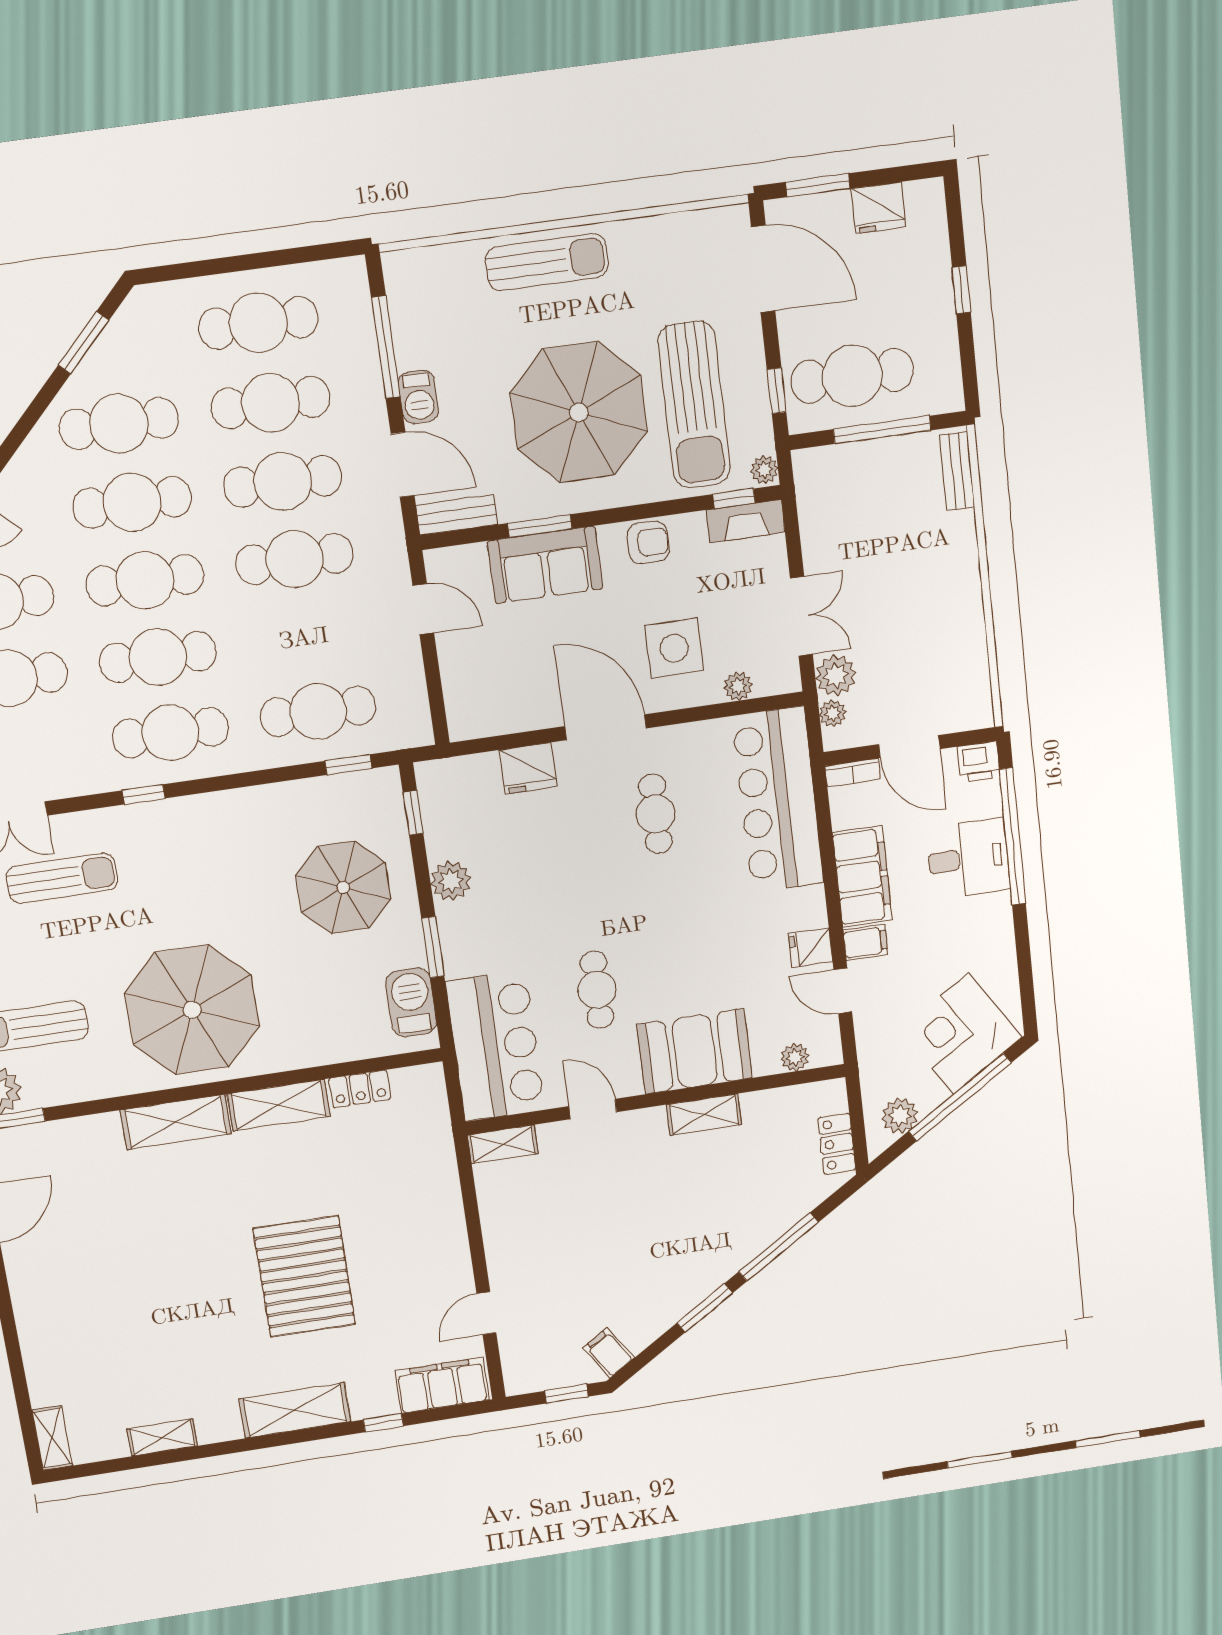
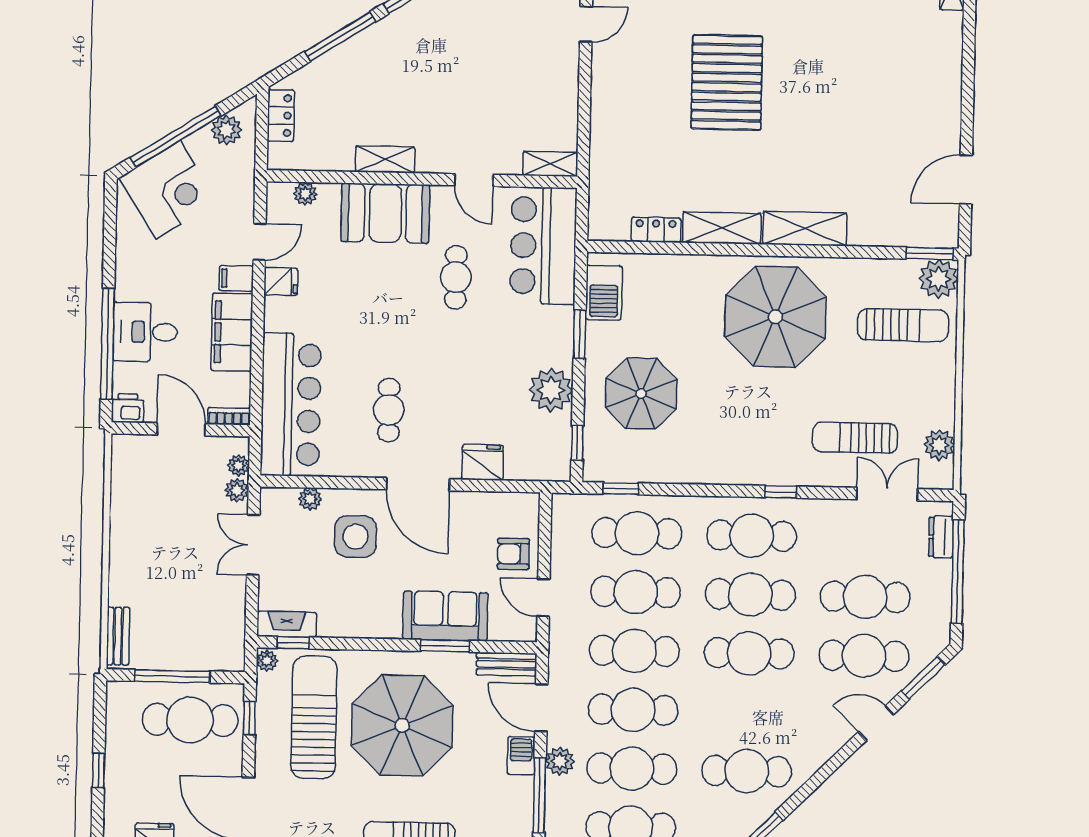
plant: (367, 397) -> (560, 761), added
cafe table: (132, 502) -> (636, 592), moved
armchair: (648, 543) -> (513, 554), moved
plant: (836, 676) -> (237, 490), width x0.73, depth x0.73
plant: (451, 881) -> (551, 390), width x1.36, depth x1.36
door: (843, 991) -> (259, 242), hinge flipped

